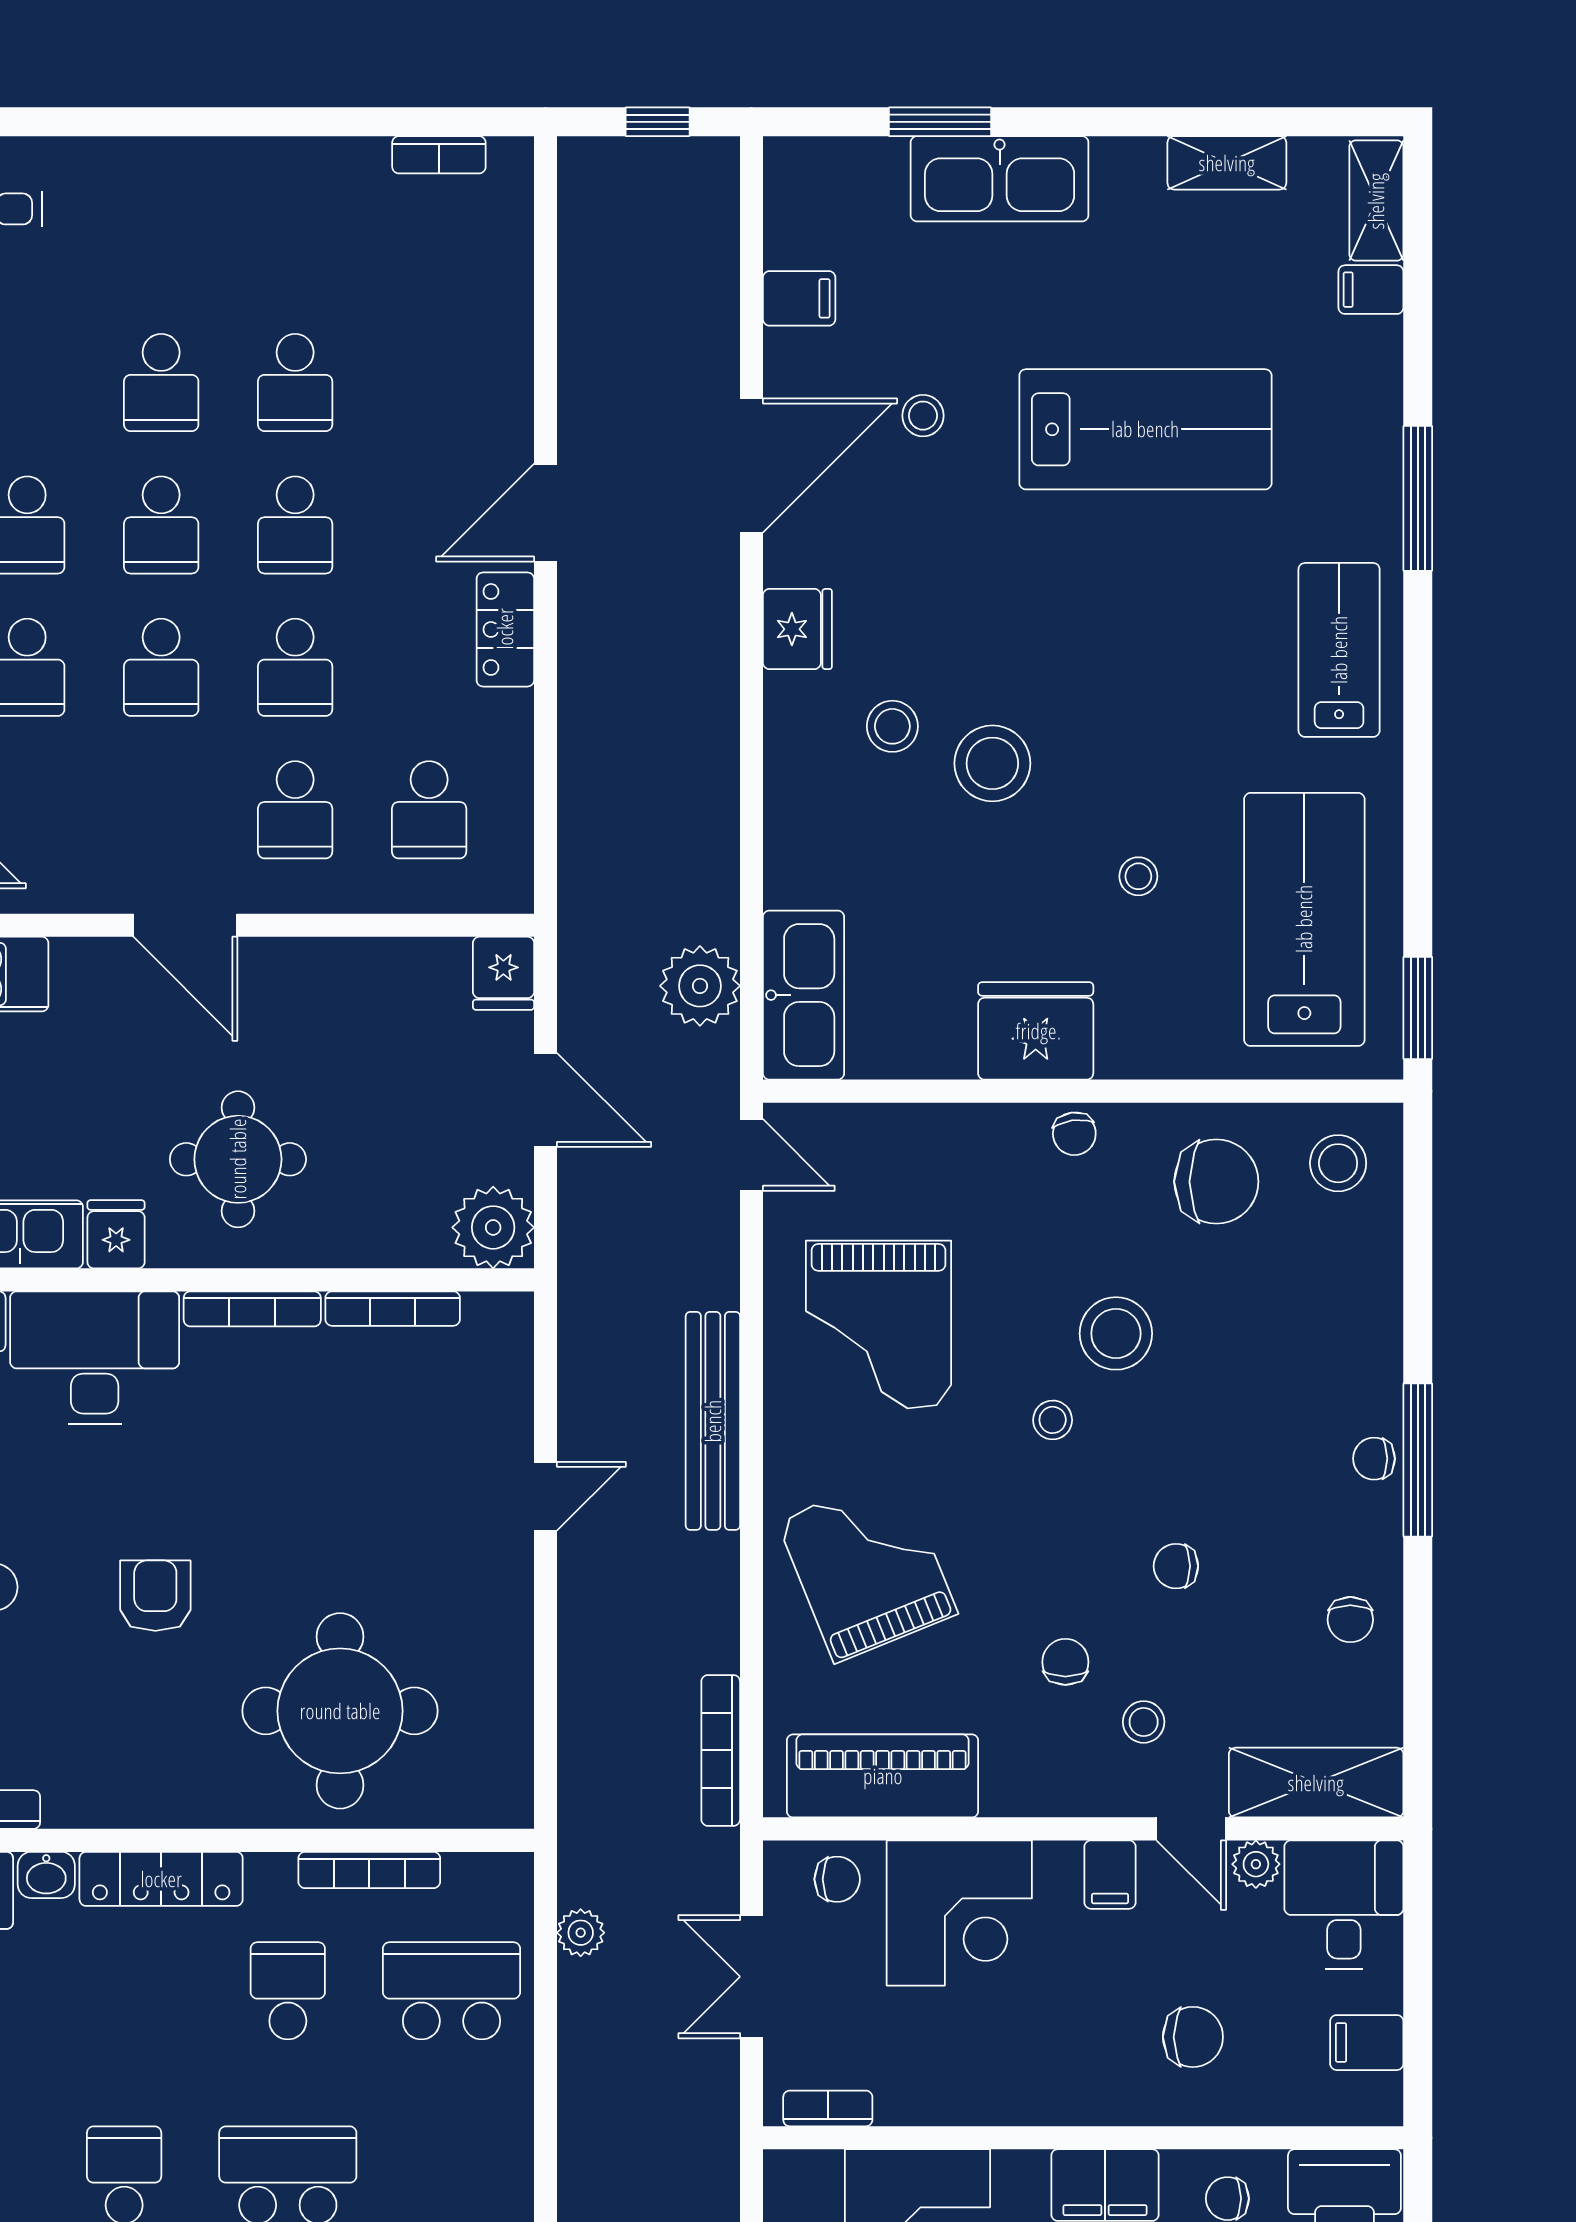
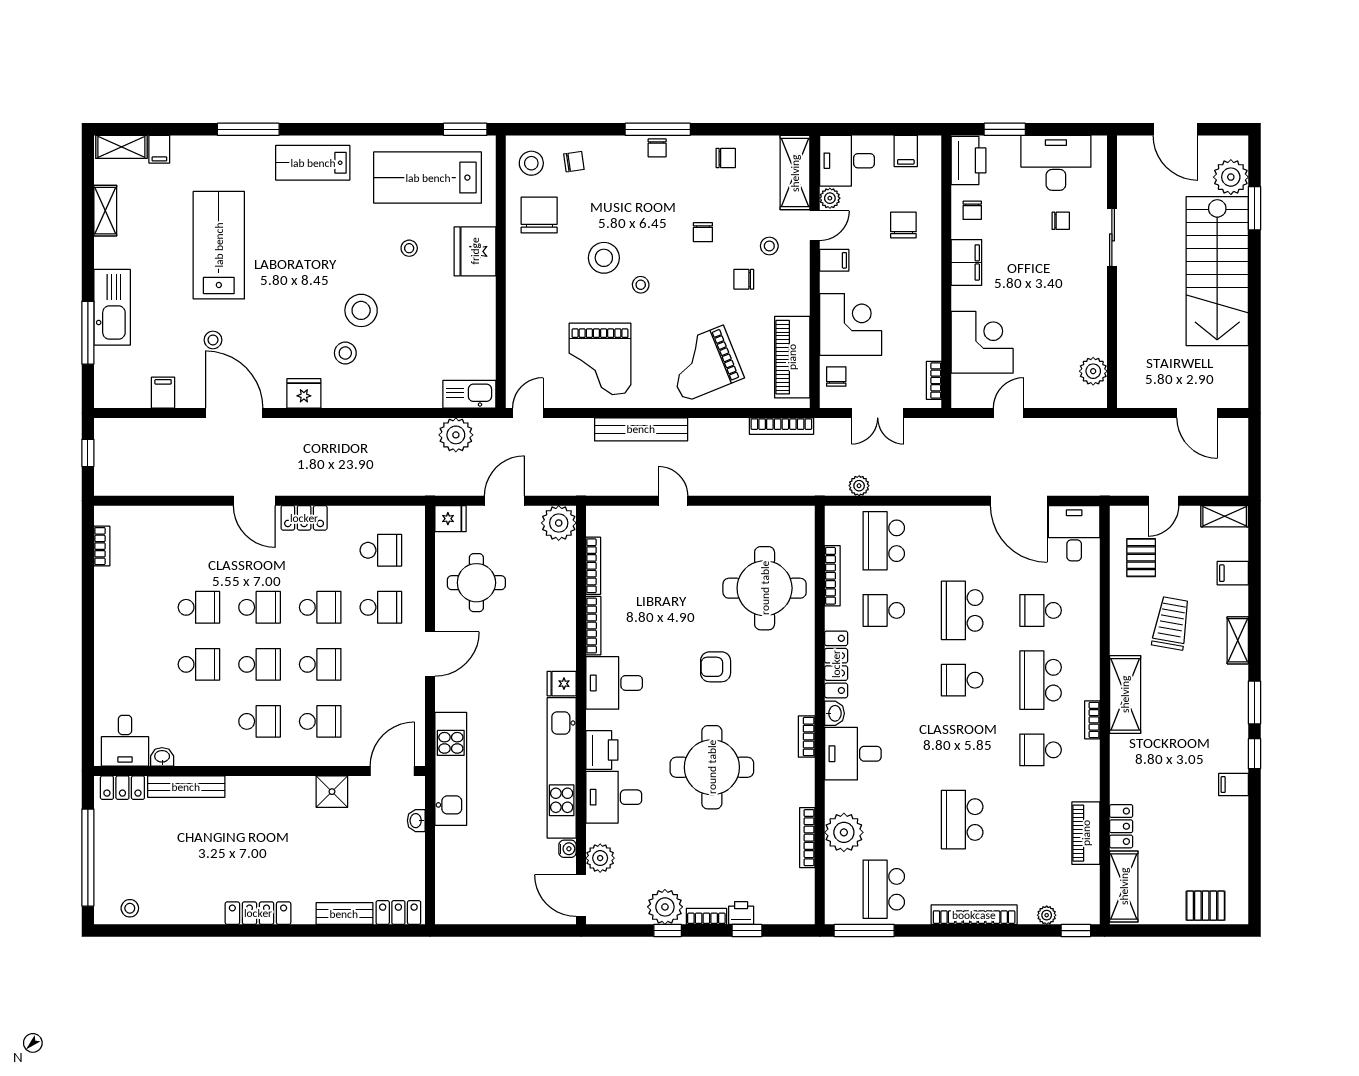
window: (940, 122) -> (88, 333), width x1.44
kitchen sink: (803, 995) -> (469, 394), width x0.73, depth x0.81
fridge: (1036, 1031) -> (475, 251), moved
chair: (1074, 1134) -> (574, 162), moved
round table: (238, 1159) -> (476, 583), moved
grand piano: (879, 1325) -> (600, 359), turned 90
desk: (95, 1358) -> (614, 683), width x0.73

